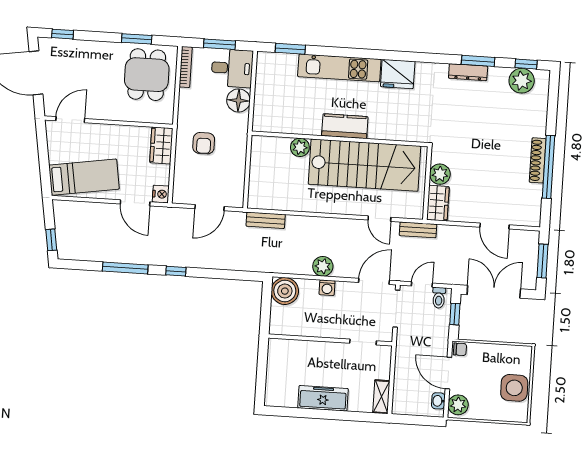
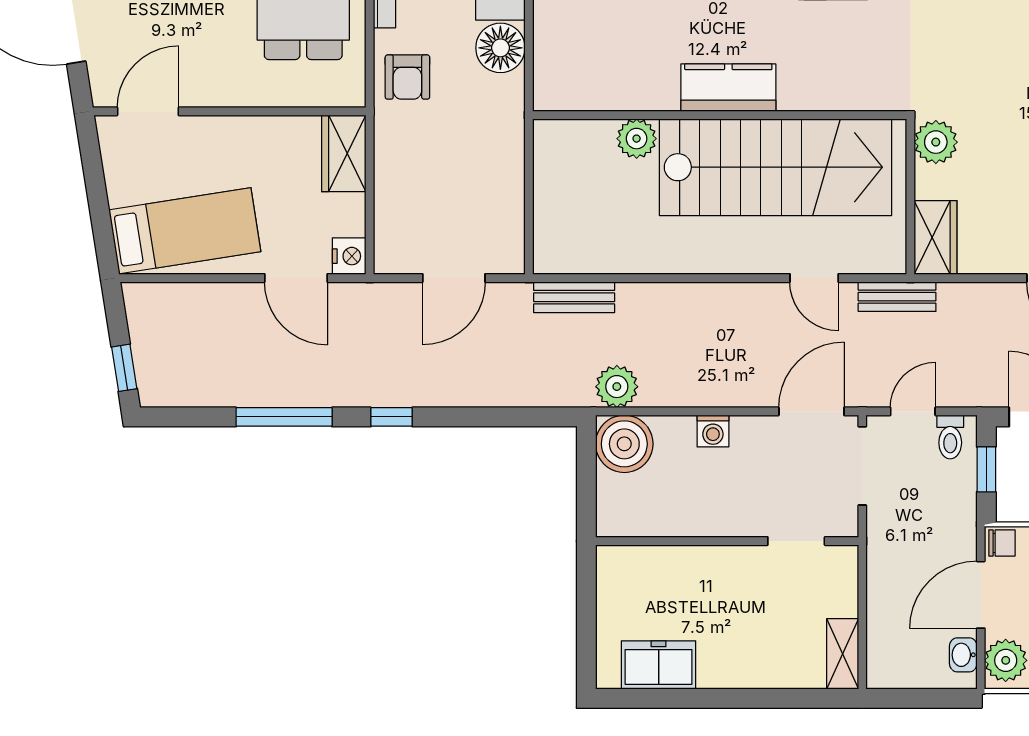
armchair: (204, 143) -> (407, 77), moved
plant: (440, 174) -> (936, 142), moved
plant: (323, 266) -> (617, 387), moved
door: (448, 373) -> (981, 595), hinge flipped
freezer: (323, 398) -> (659, 665), moved, width x0.71

